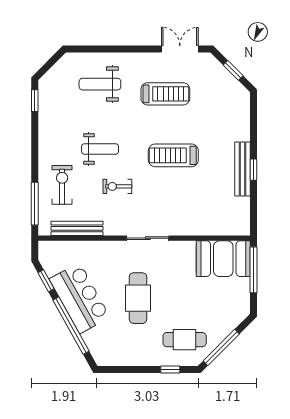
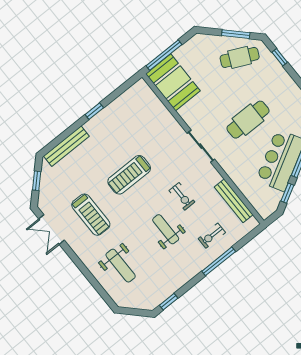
treadmill: (165, 94) -> (91, 215), turned 180
treadmill: (173, 155) -> (129, 175), turned 90
bench: (242, 169) -> (66, 146), moved
exercise bike: (62, 185) -> (212, 236), width x0.73, depth x0.72
window: (35, 204) -> (219, 261), moved
cafe table: (185, 340) -> (240, 57), moved, turned -65
window: (221, 347) -> (236, 34), width x0.69

